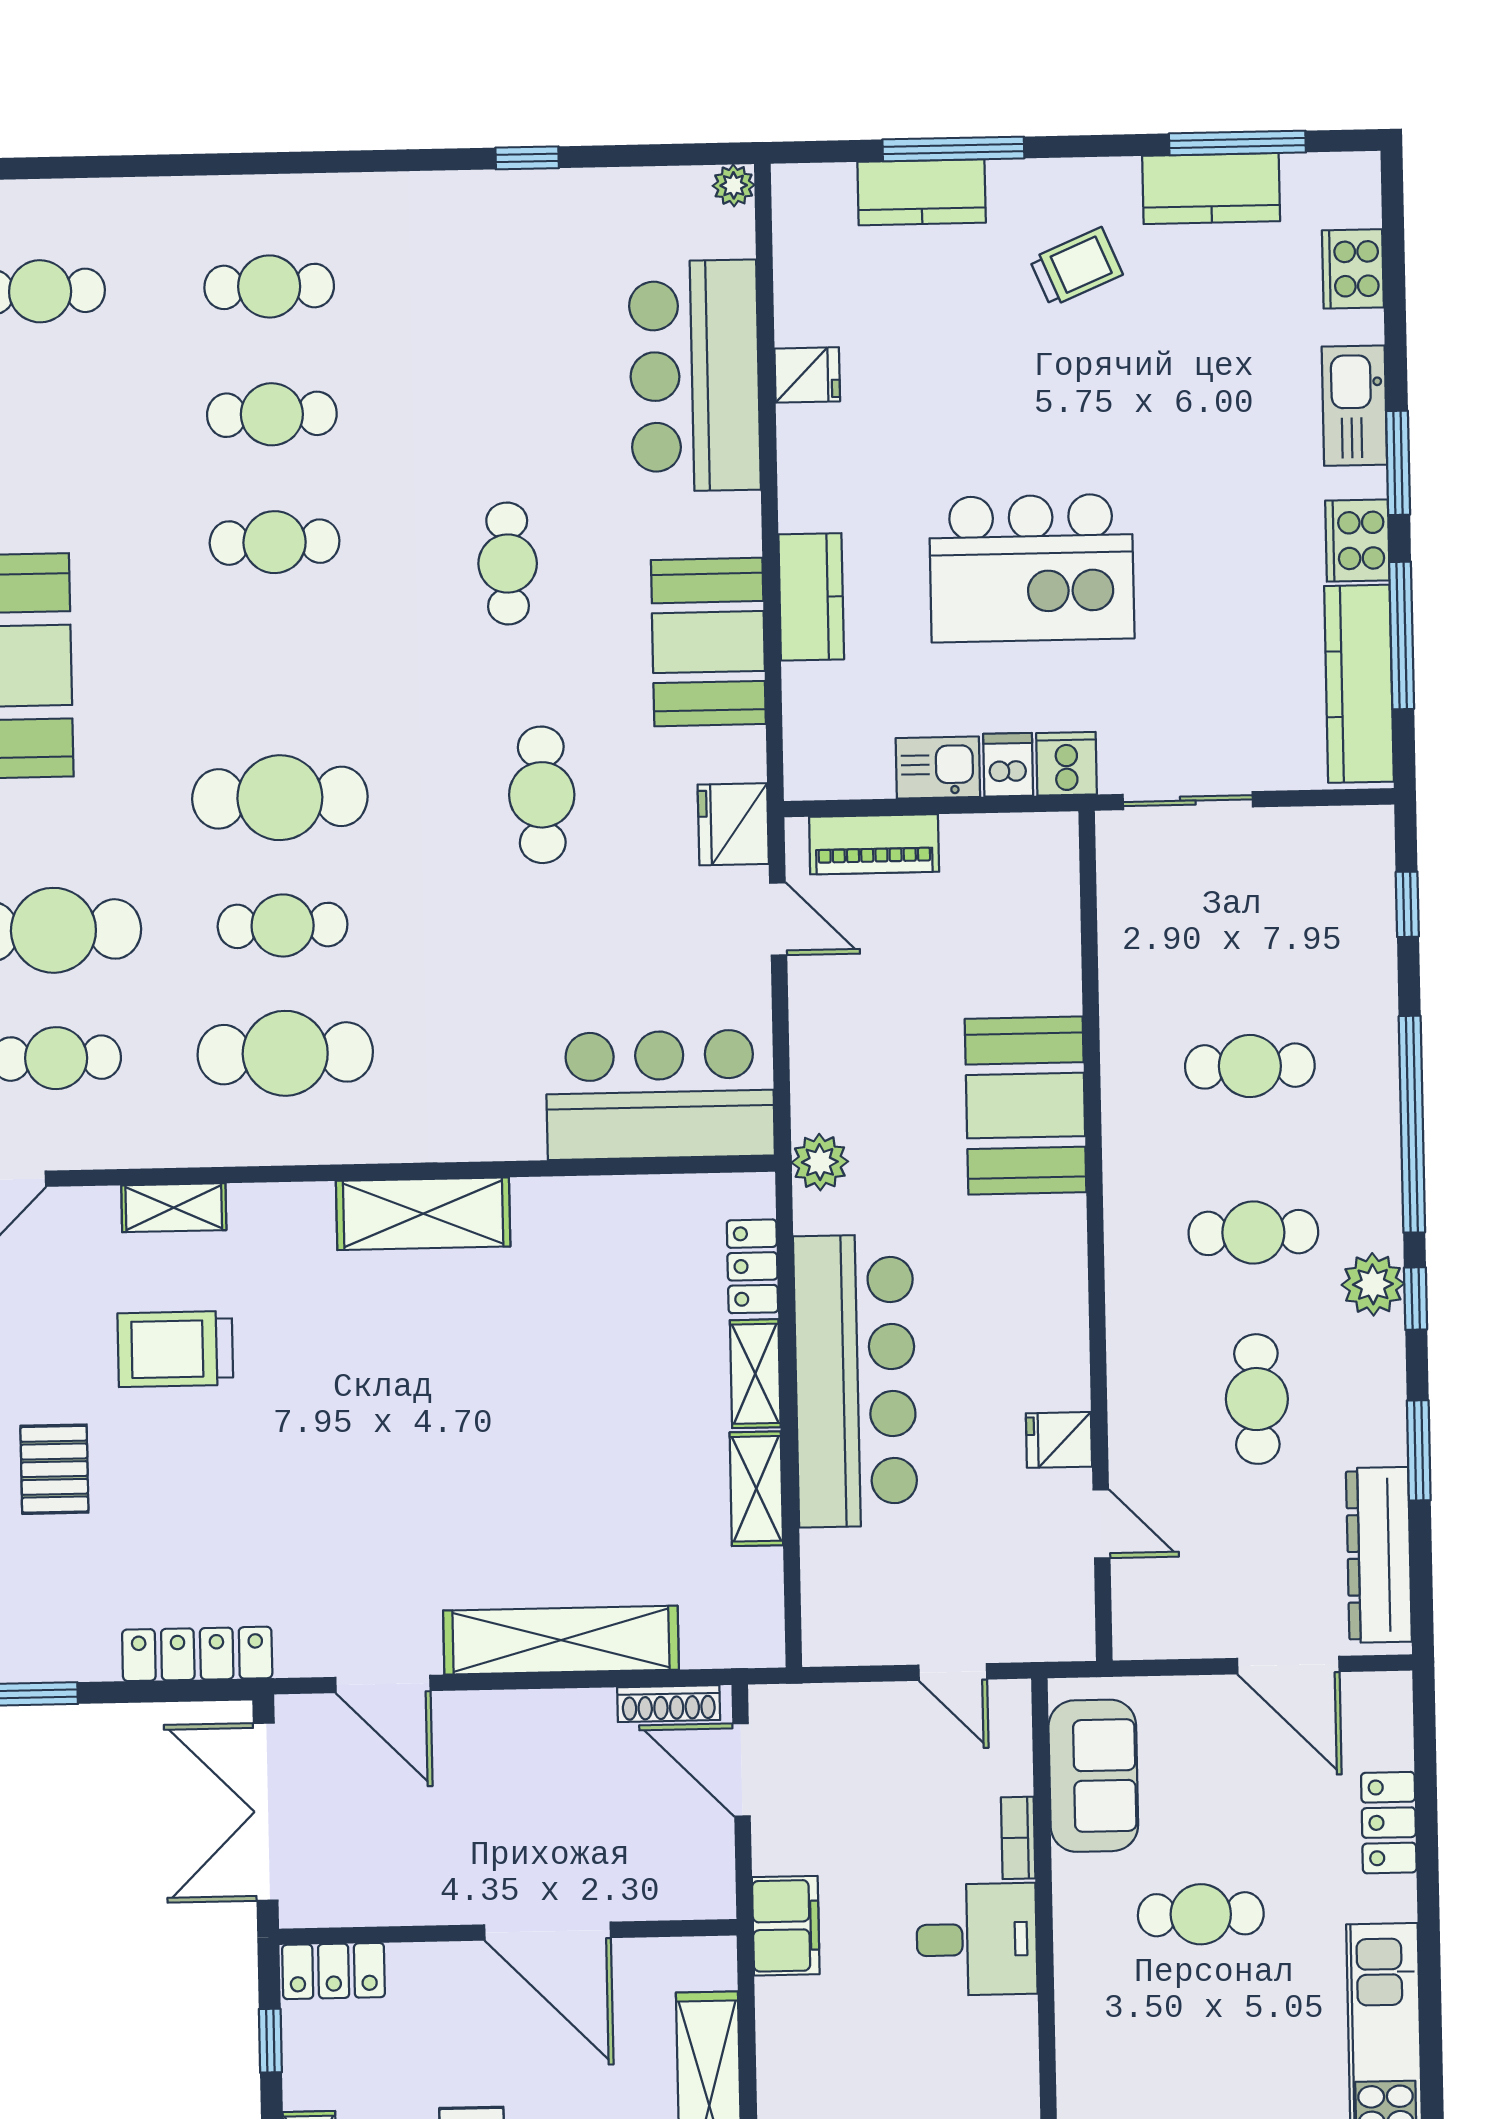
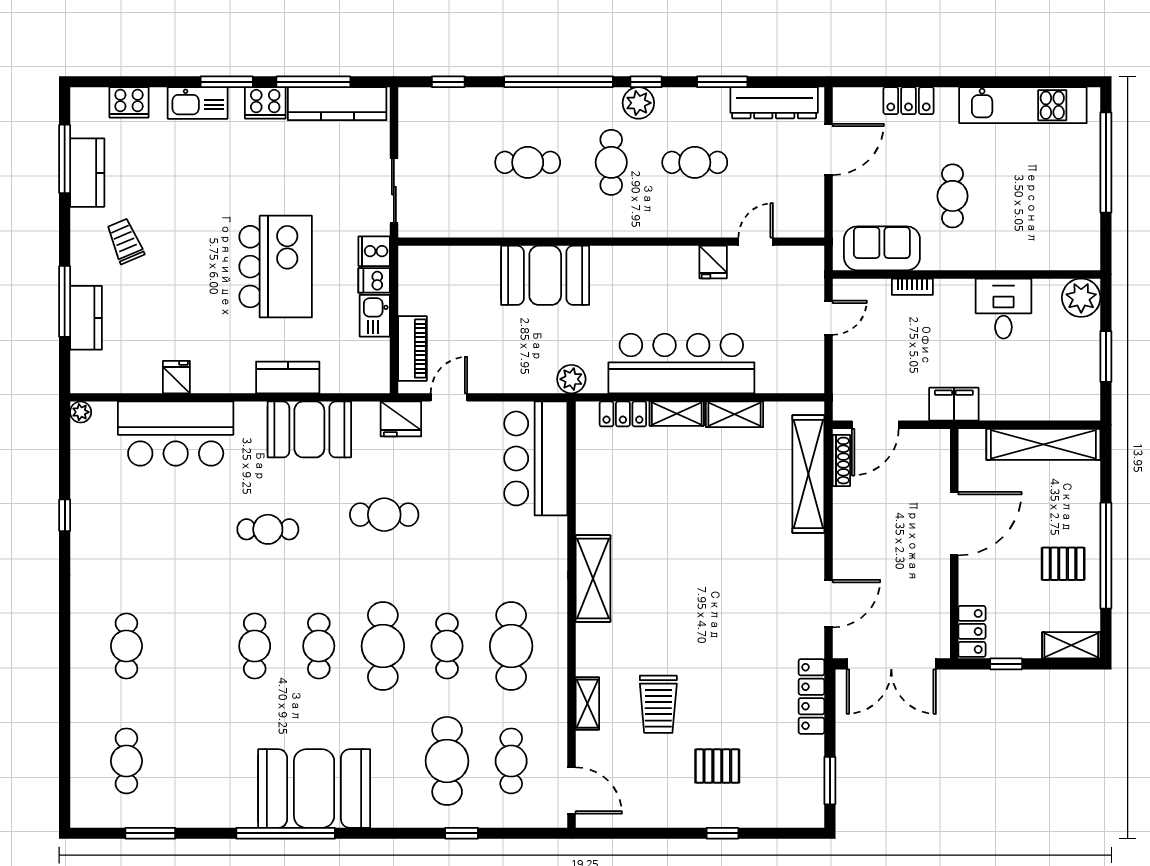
cafe table: (272, 414) -> (319, 646), moved
cafe table: (1250, 1066) -> (528, 162), turned 90
shelving: (561, 1640) -> (808, 474), moved
desk: (977, 1939) -> (1003, 309), moved

